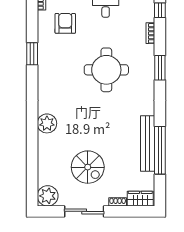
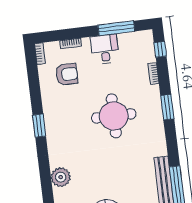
armchair: (65, 23) -> (67, 74), turned 90
window: (32, 54) -> (39, 126), moved

